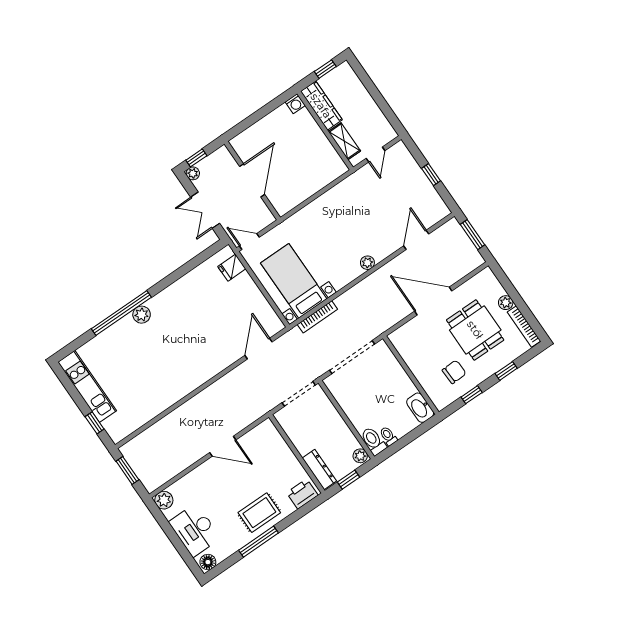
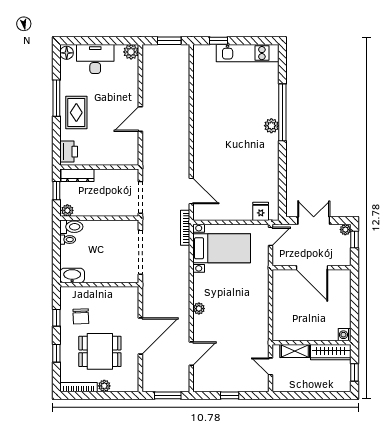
door: (416, 240) -> (191, 354), hinge flipped
bookcase: (317, 317) -> (185, 228), moved

